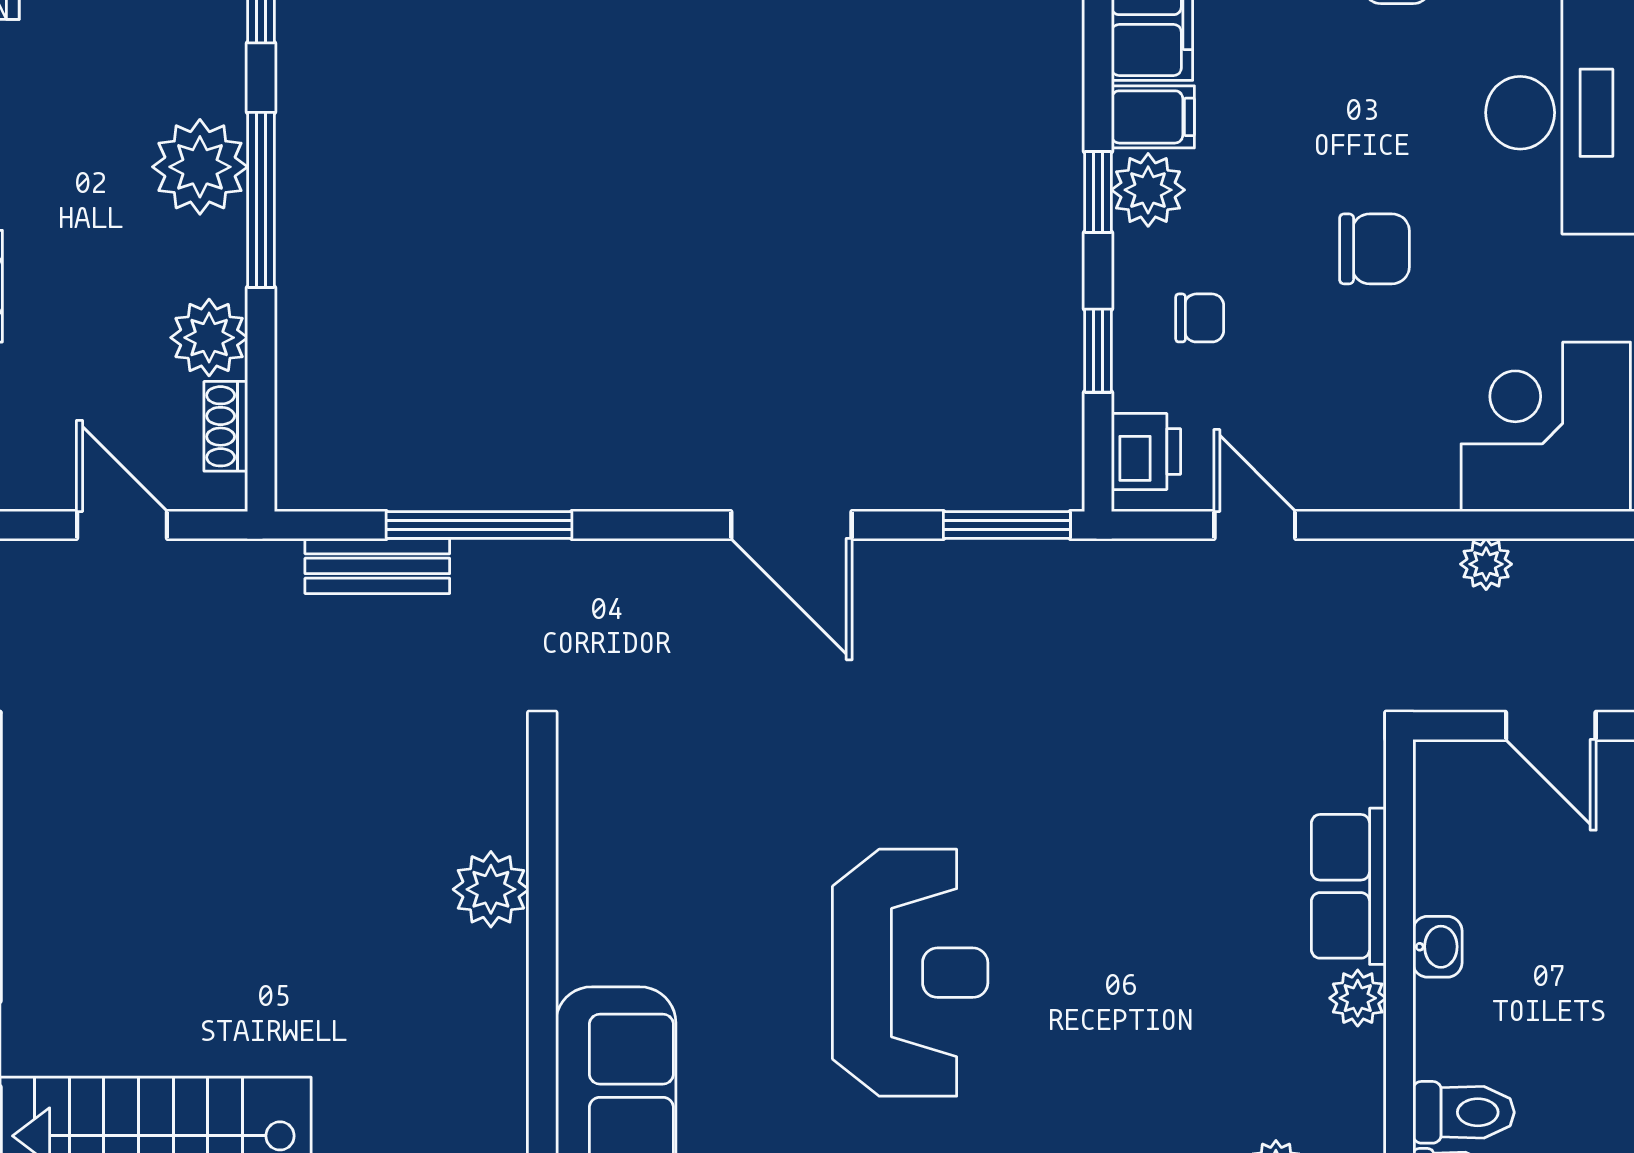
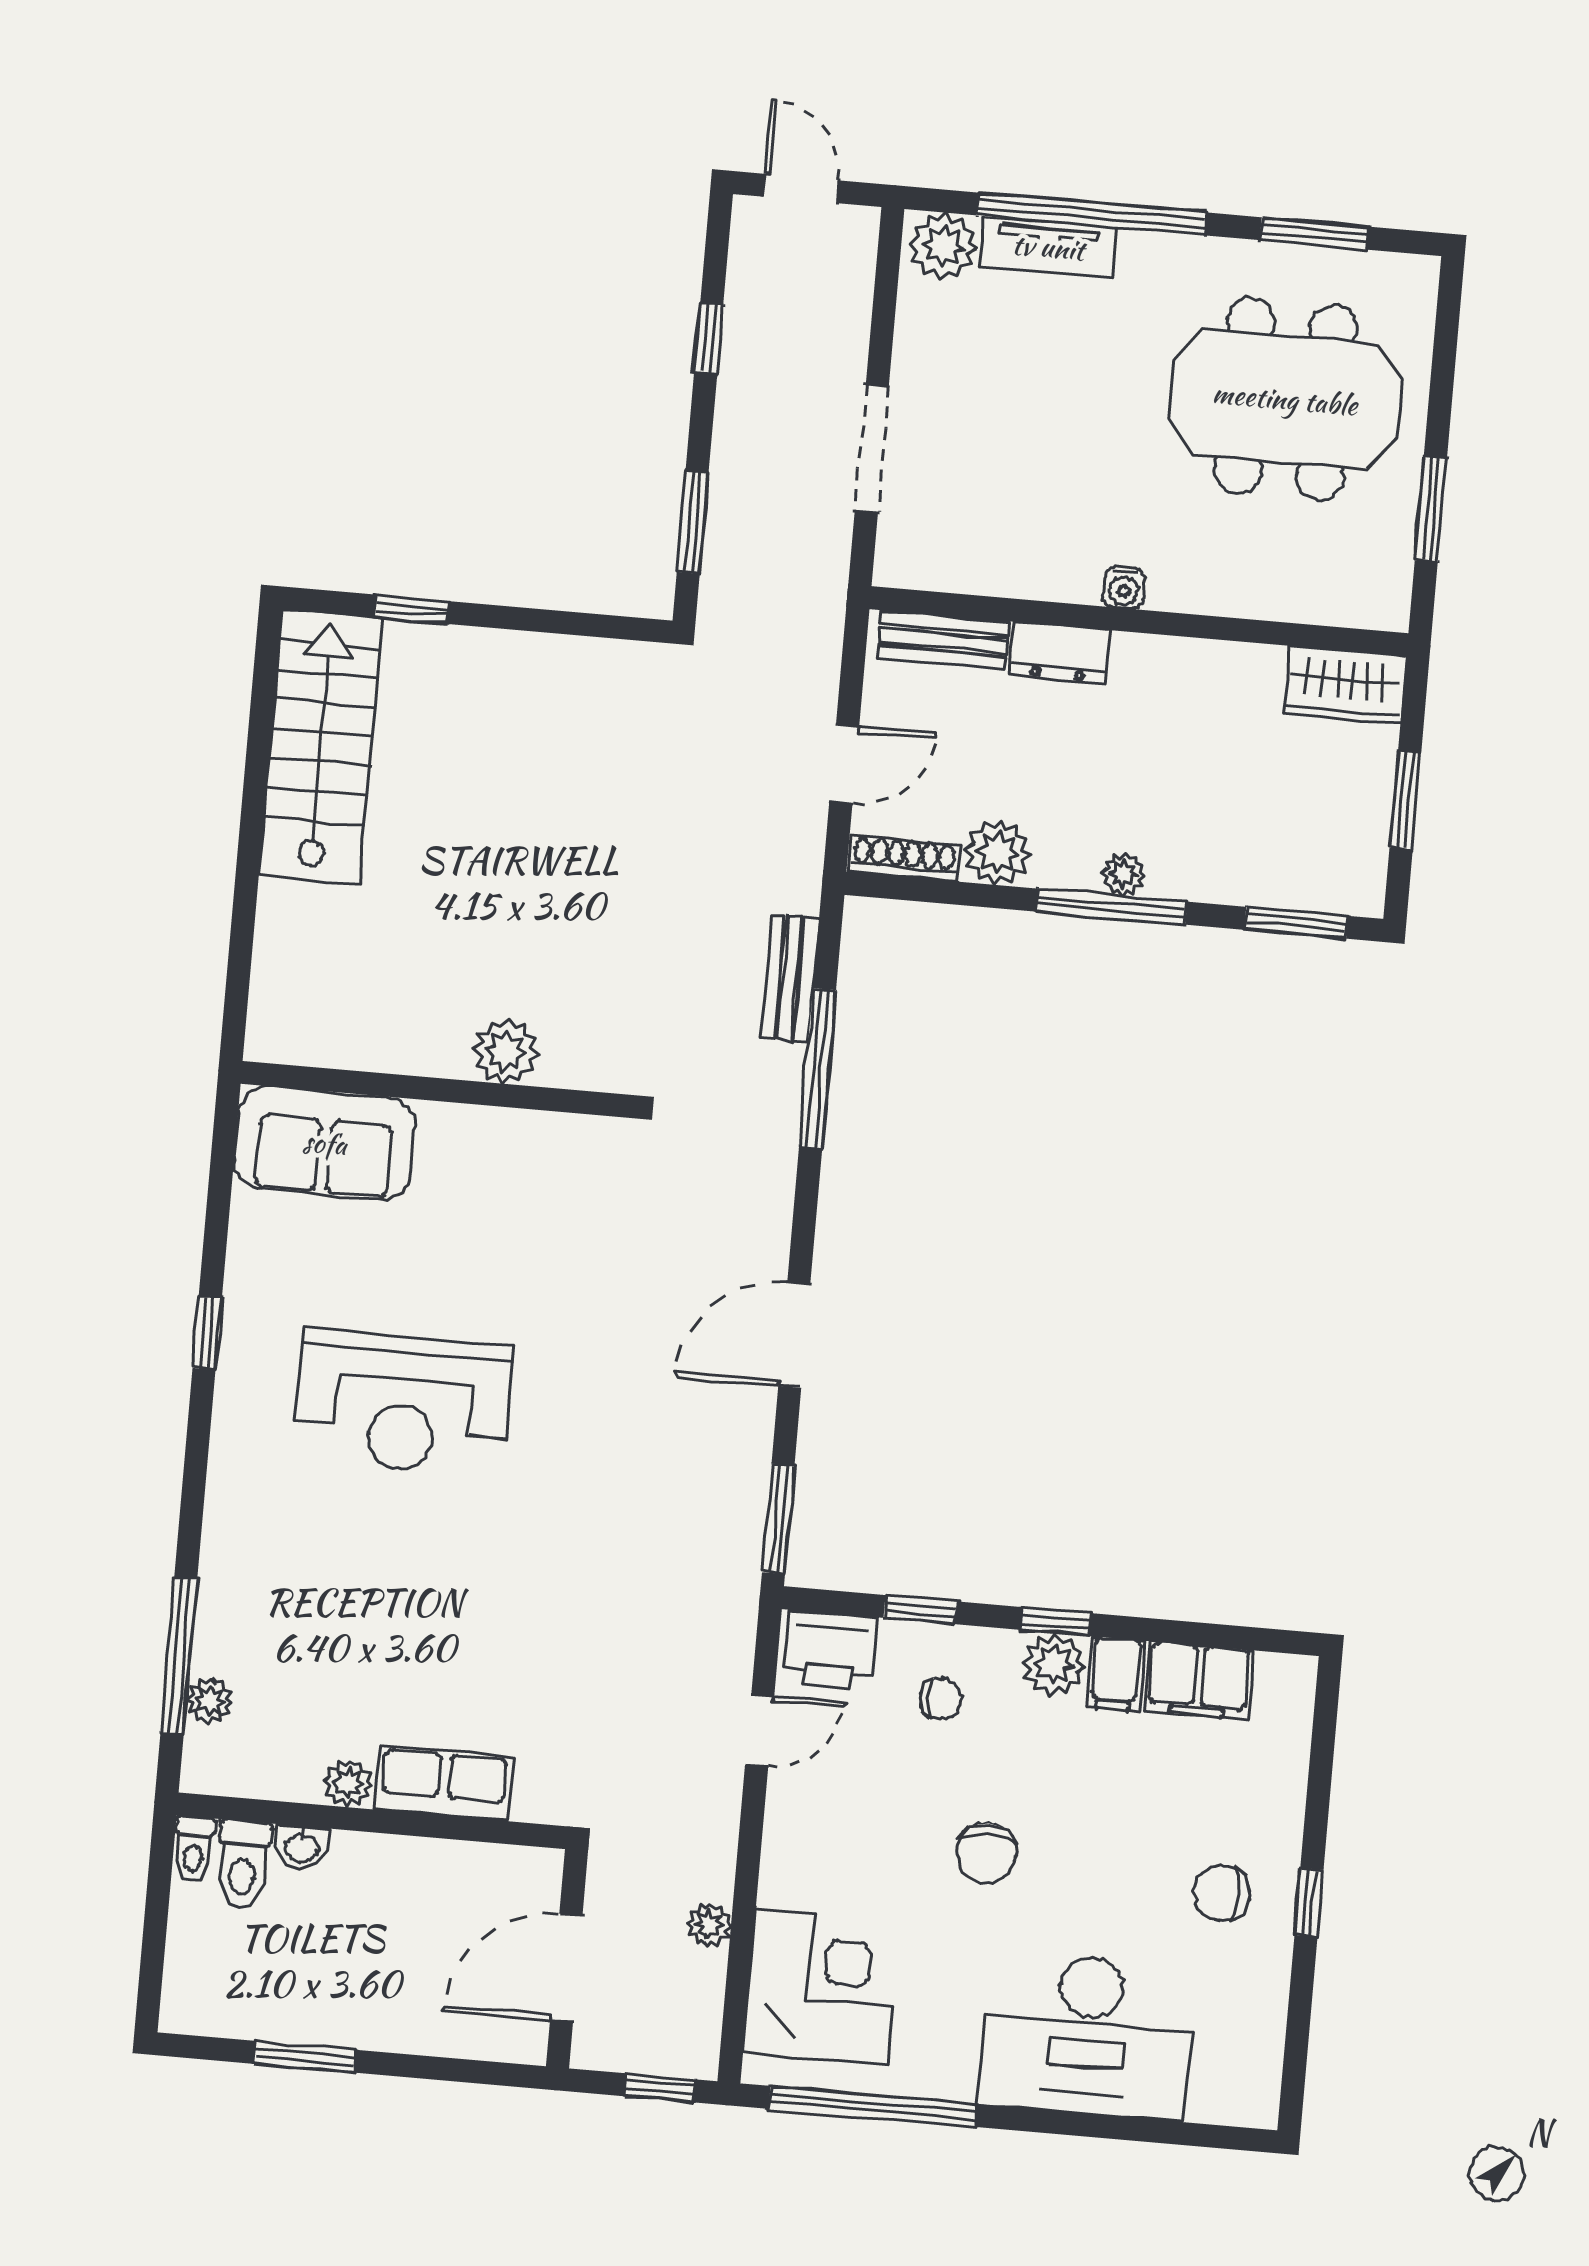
plant: (200, 167) -> (1123, 874), width x0.53, depth x0.53
chair: (1200, 318) -> (940, 1699), turned -90
shoe rack: (226, 426) -> (904, 858), width x1.43
printer: (1146, 451) -> (830, 1650), width x1.36, depth x1.24
door: (1551, 726) -> (566, 1968), width x1.38
washbasin: (1437, 947) -> (302, 1847), moved

